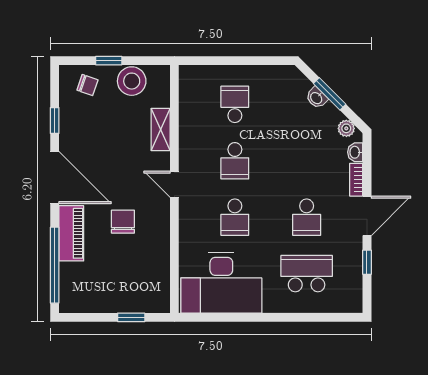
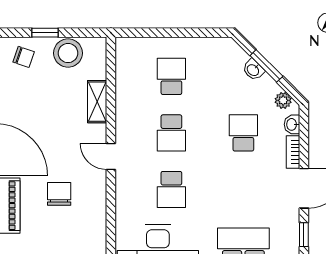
school desk: (307, 217) -> (243, 133), moved, turned 180

